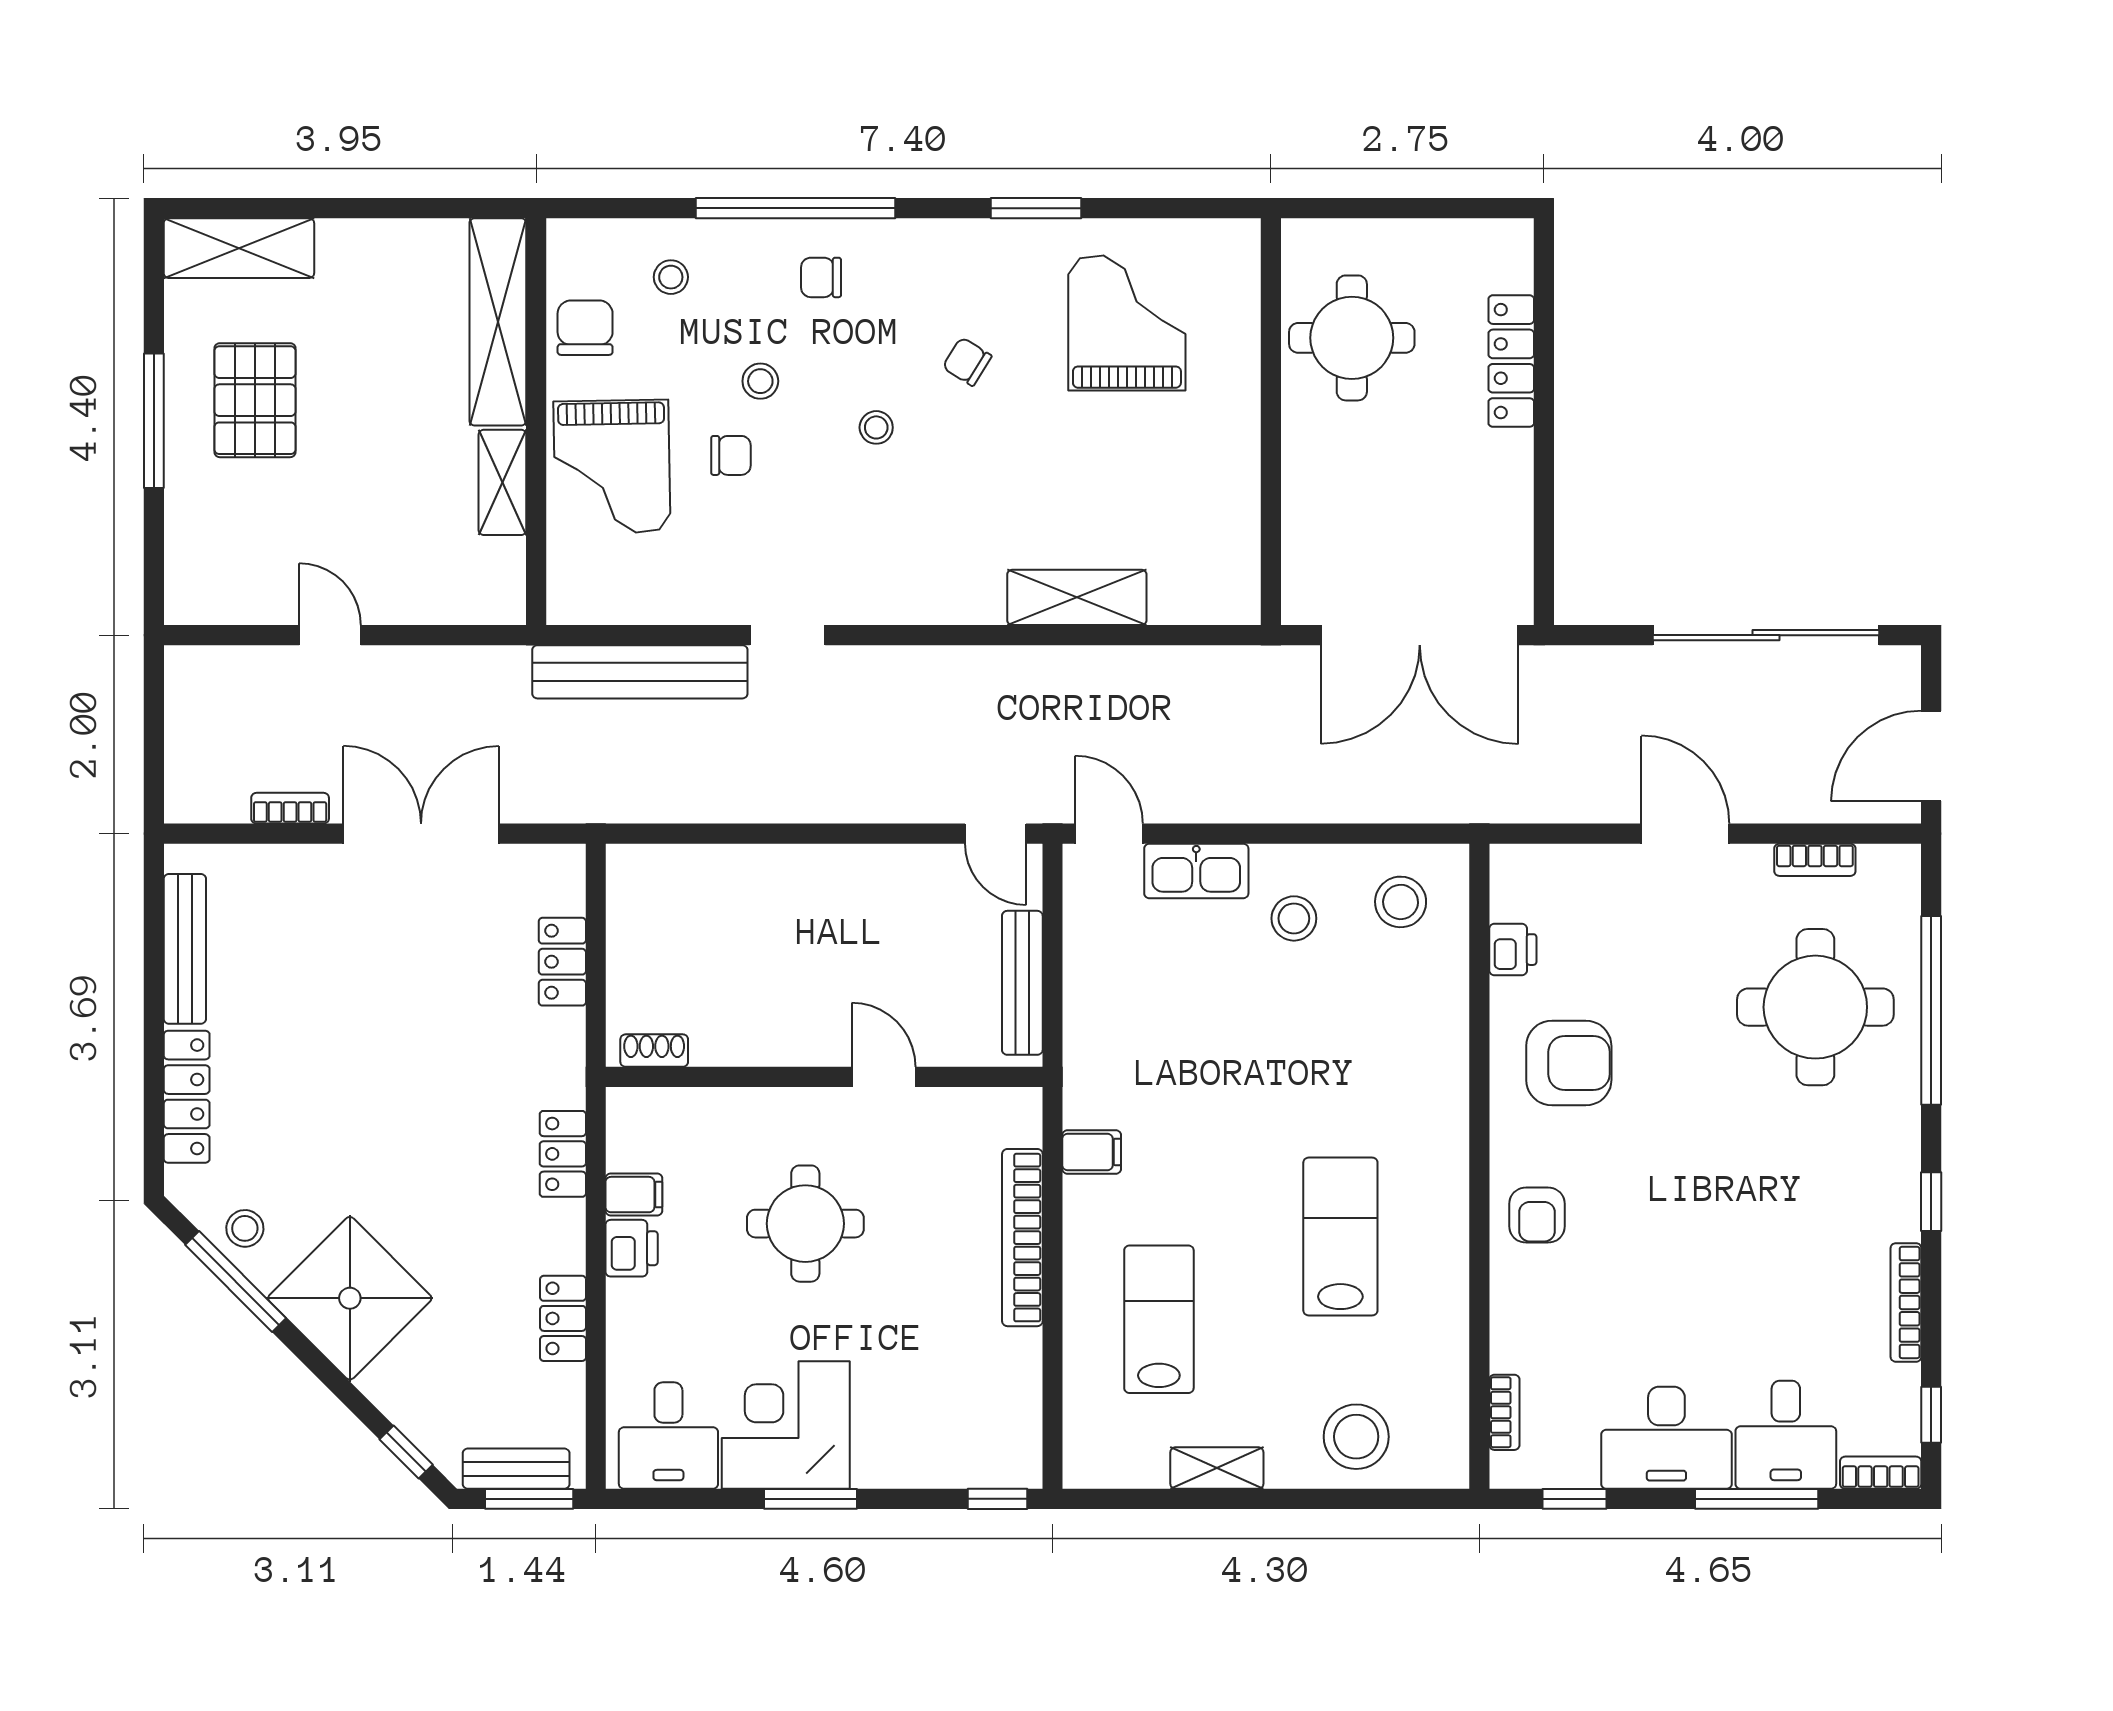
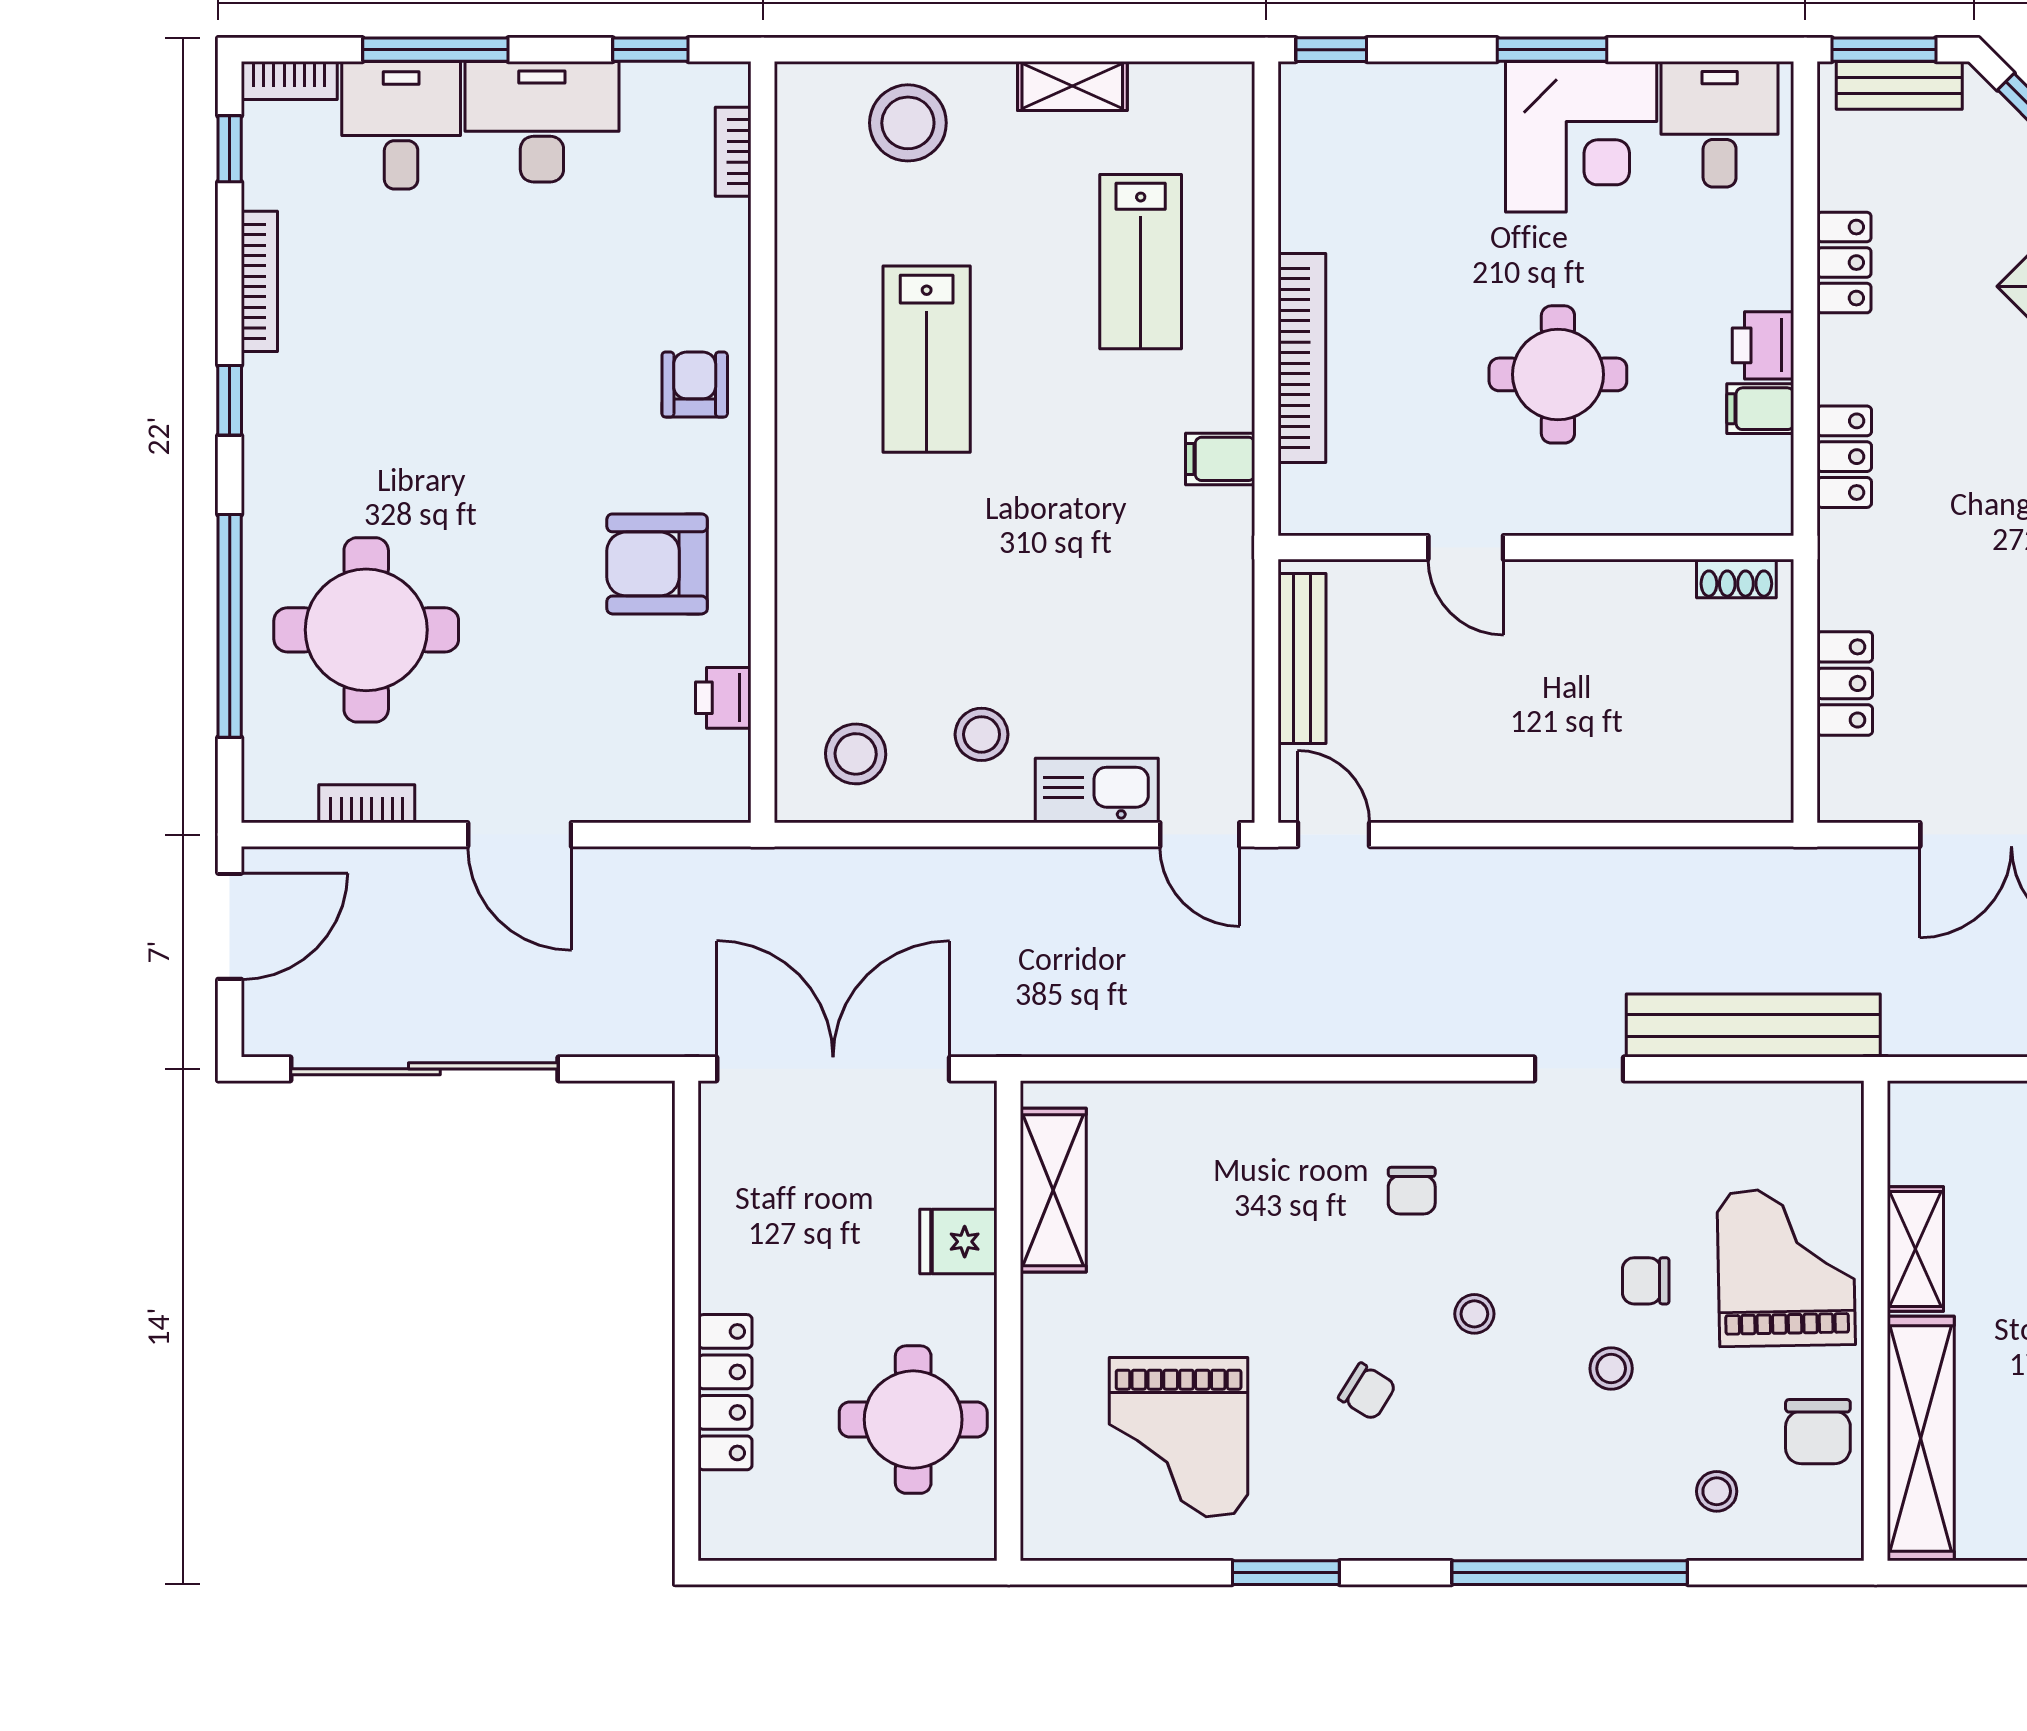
chair: (821, 277) -> (1412, 1191), moved, turned 90
fridge: (1313, 489) -> (958, 1242), added
shelving: (1077, 597) -> (1053, 1190), moved, turned 90

